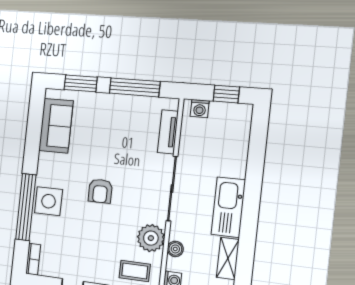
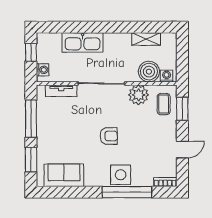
kitchen sink: (228, 207) -> (82, 42), moved
boiler: (175, 249) -> (149, 72), width x1.86, depth x1.86

